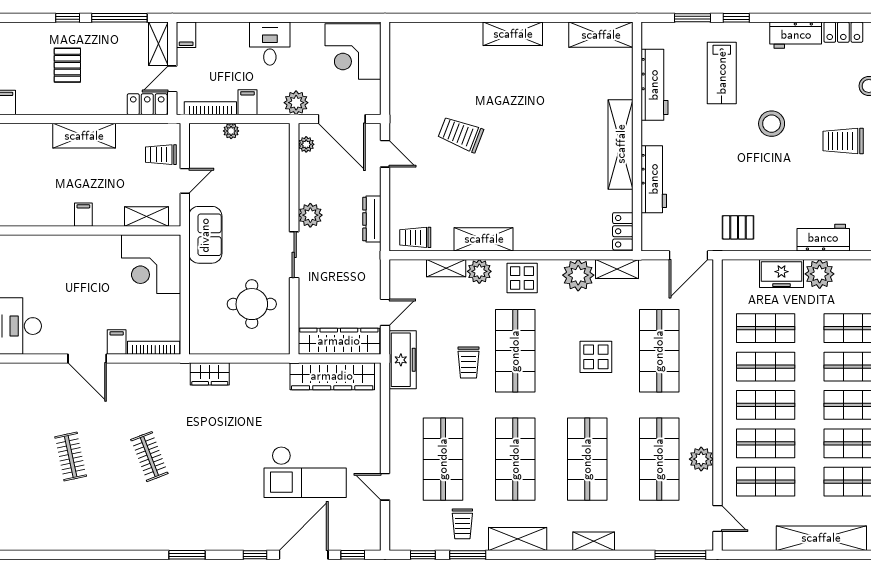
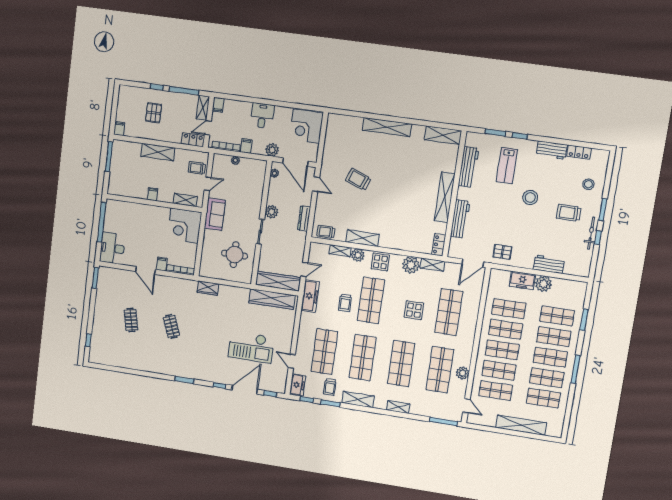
shelving: (513, 34) -> (387, 127), width x1.47
freezer: (402, 530) -> (298, 385), added

